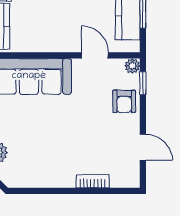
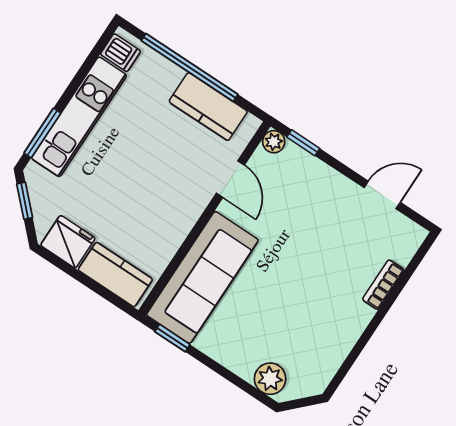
door: (95, 55) -> (230, 179), swing flipped
armchair: (124, 101) -> (311, 181), removed

